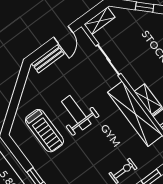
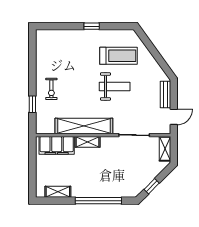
door: (63, 35) -> (174, 117), swing flipped
treadmill: (44, 131) -> (118, 56), turned 180

